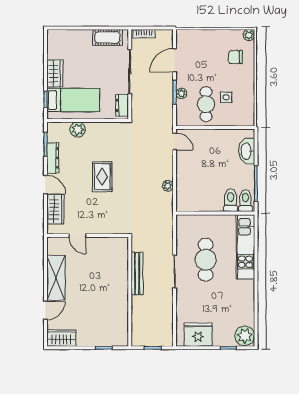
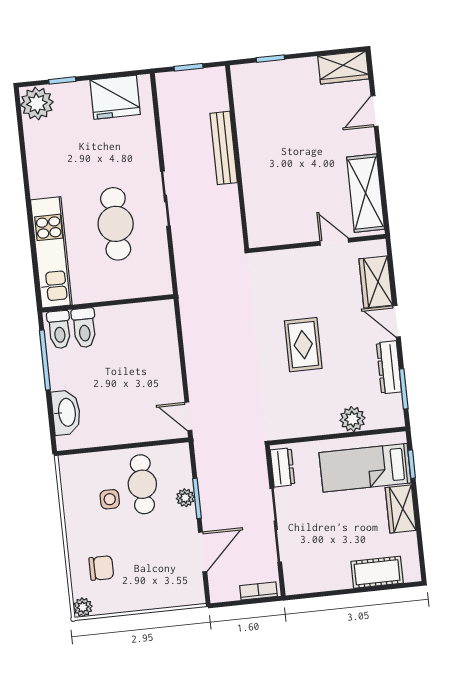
cot: (107, 37) -> (377, 572), moved
plant: (168, 186) -> (192, 341), removed
bench: (137, 273) -> (224, 148), moved
shelving: (56, 278) -> (366, 193), moved

